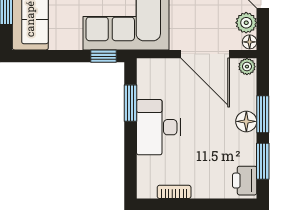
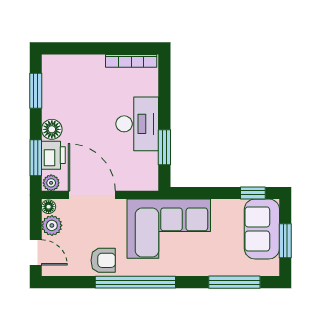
window: (103, 56) -> (253, 193), moved
window: (263, 114) -> (36, 158), moved
printer: (245, 181) -> (53, 155), moved
bookcase: (174, 192) -> (131, 61), width x1.56

